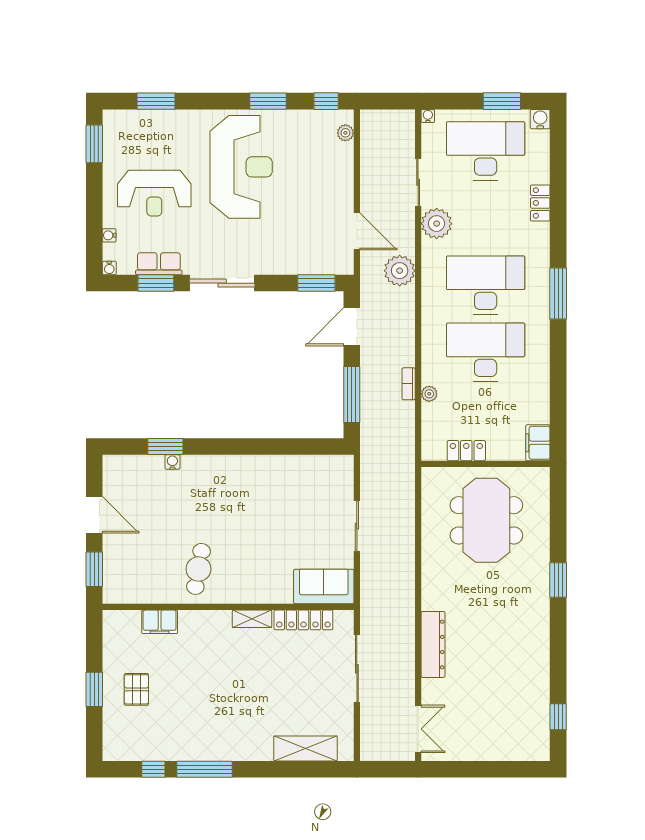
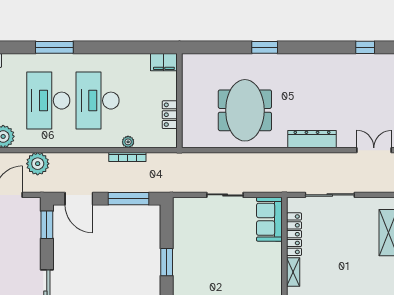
bookcase: (409, 384) -> (127, 157), width x1.56
window: (265, 446) -> (167, 262), added
meeting table: (486, 520) -> (245, 110), moved, turned 90

